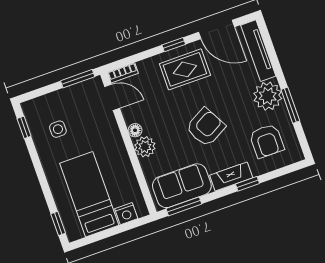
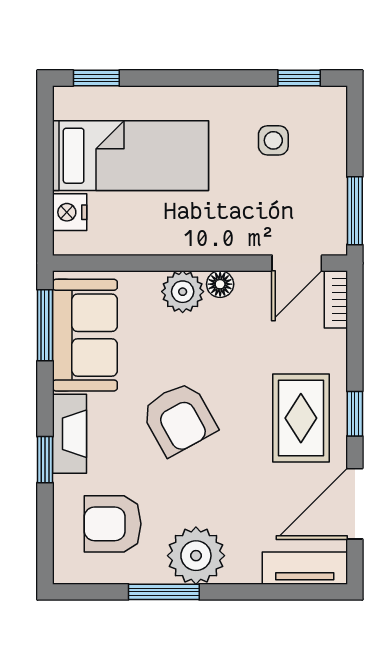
tv unit: (258, 51) -> (305, 568), width x0.71

